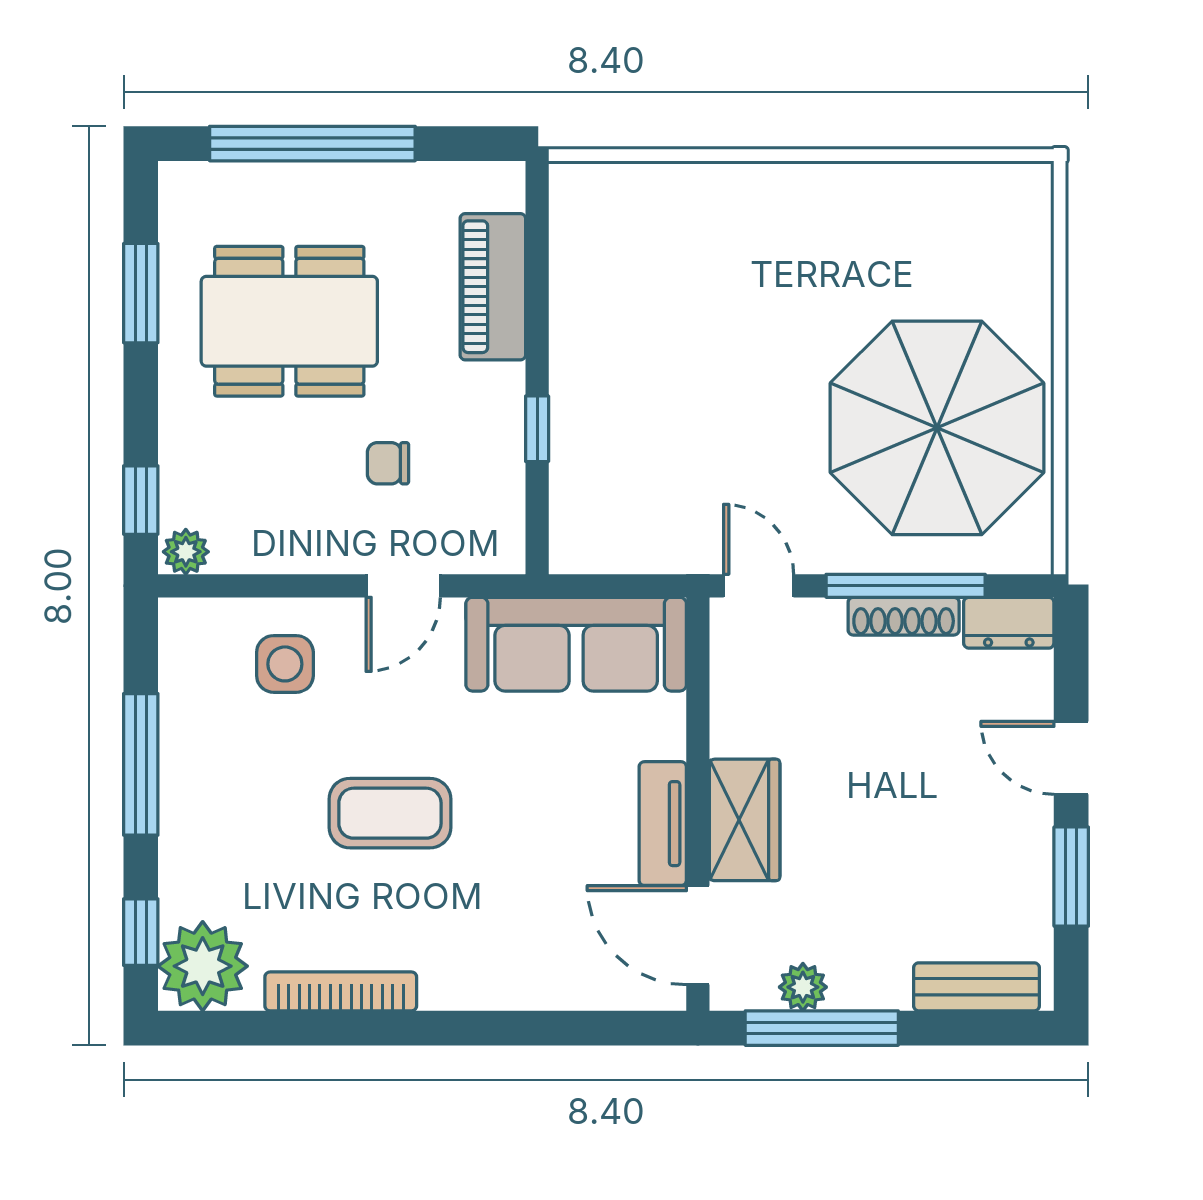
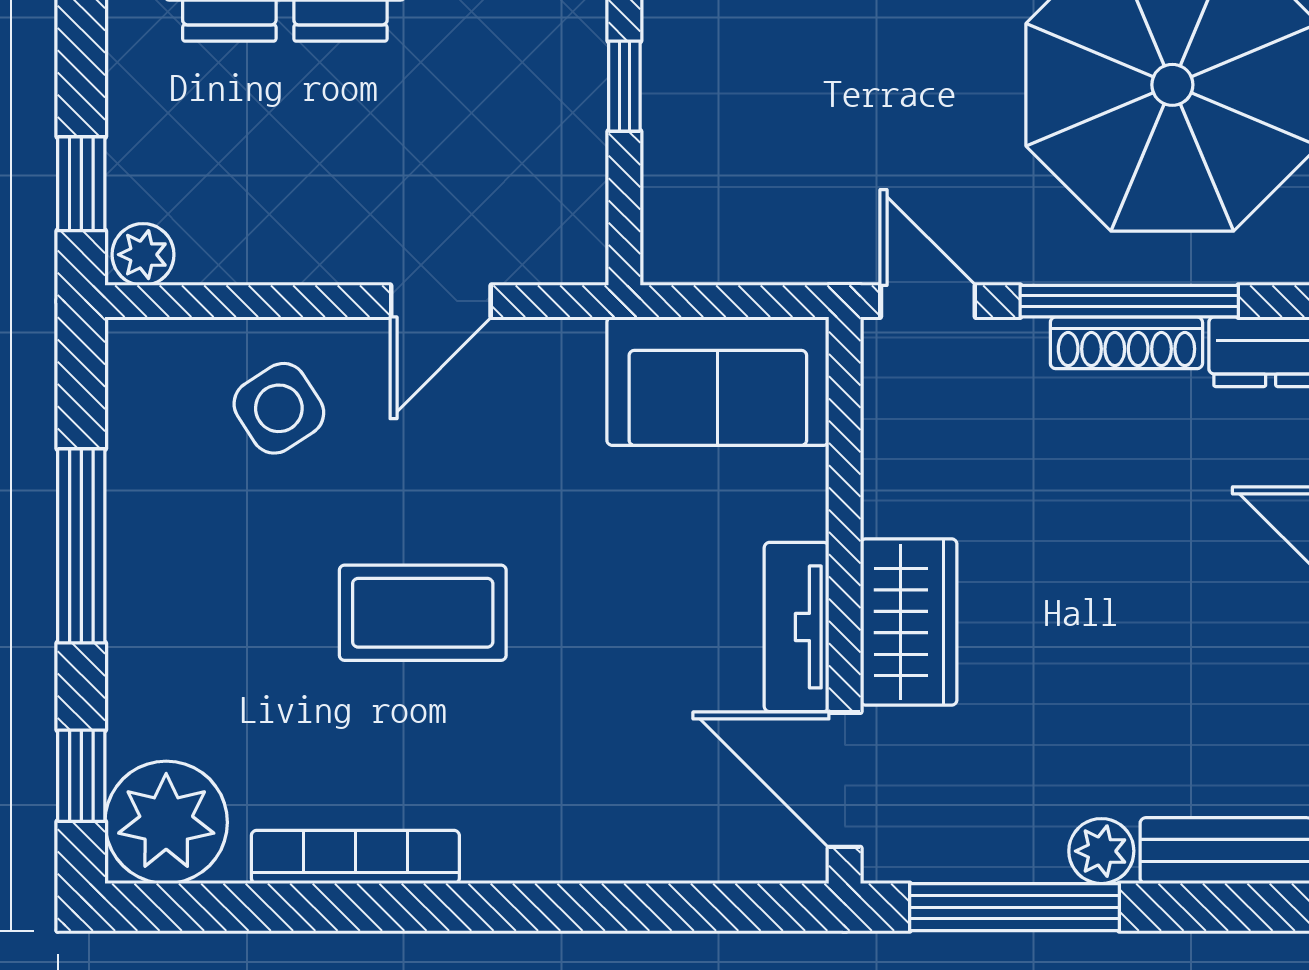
chair: (388, 463) -> (420, 133), removed
sofa: (576, 644) -> (718, 381), width x0.73
side table: (285, 664) -> (279, 408), turned -33
plant: (803, 987) -> (1101, 851), moved

